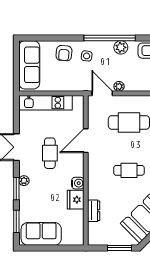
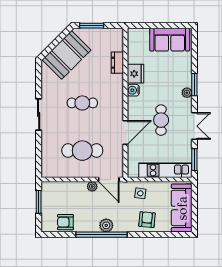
plant: (121, 47) -> (106, 225), moved
side table: (87, 56) -> (140, 193), moved
window: (16, 221) -> (194, 160), moved

